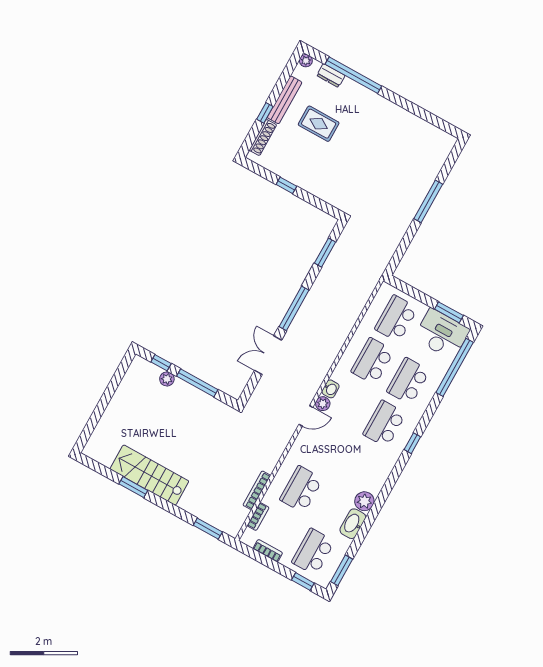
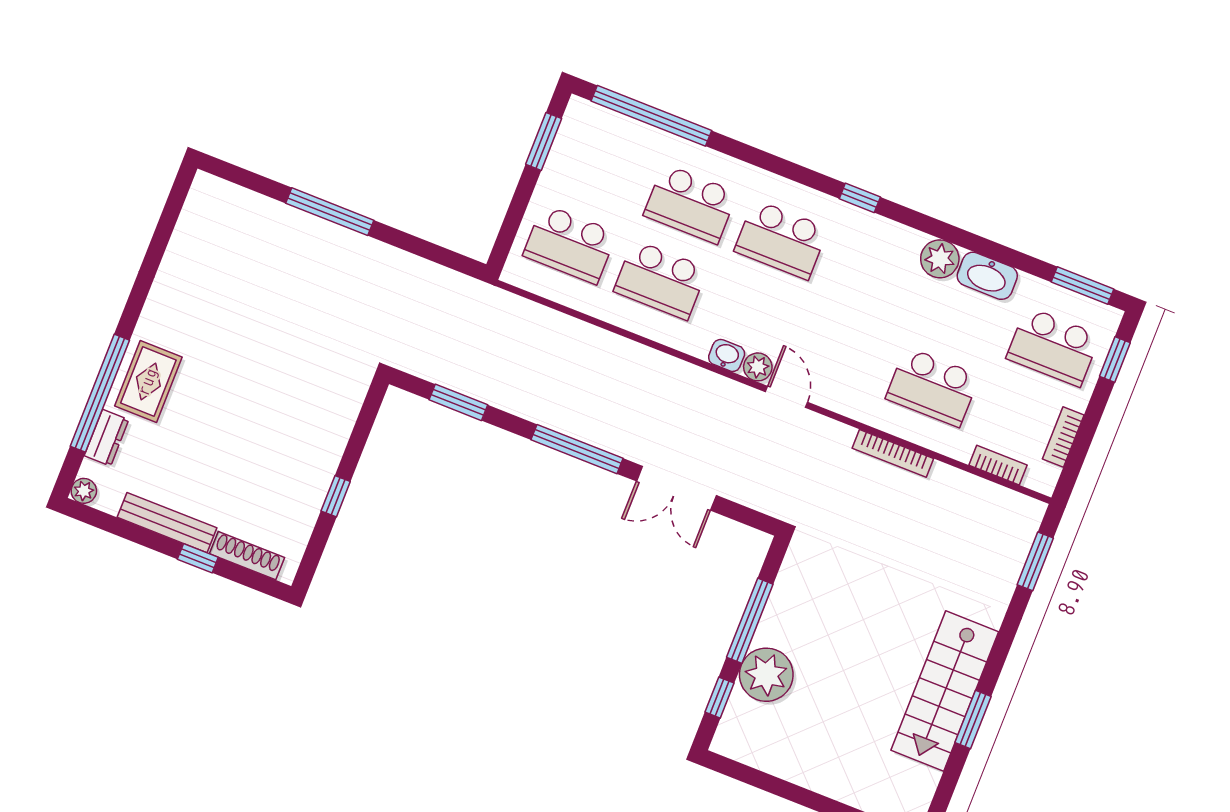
rug: (319, 124) -> (148, 382), moved
desk: (442, 334) -> (589, 150), removed
plant: (167, 379) -> (766, 675), width x1.87, depth x1.87
window: (412, 443) -> (860, 198), moved
bookcase: (257, 490) -> (893, 453), moved

